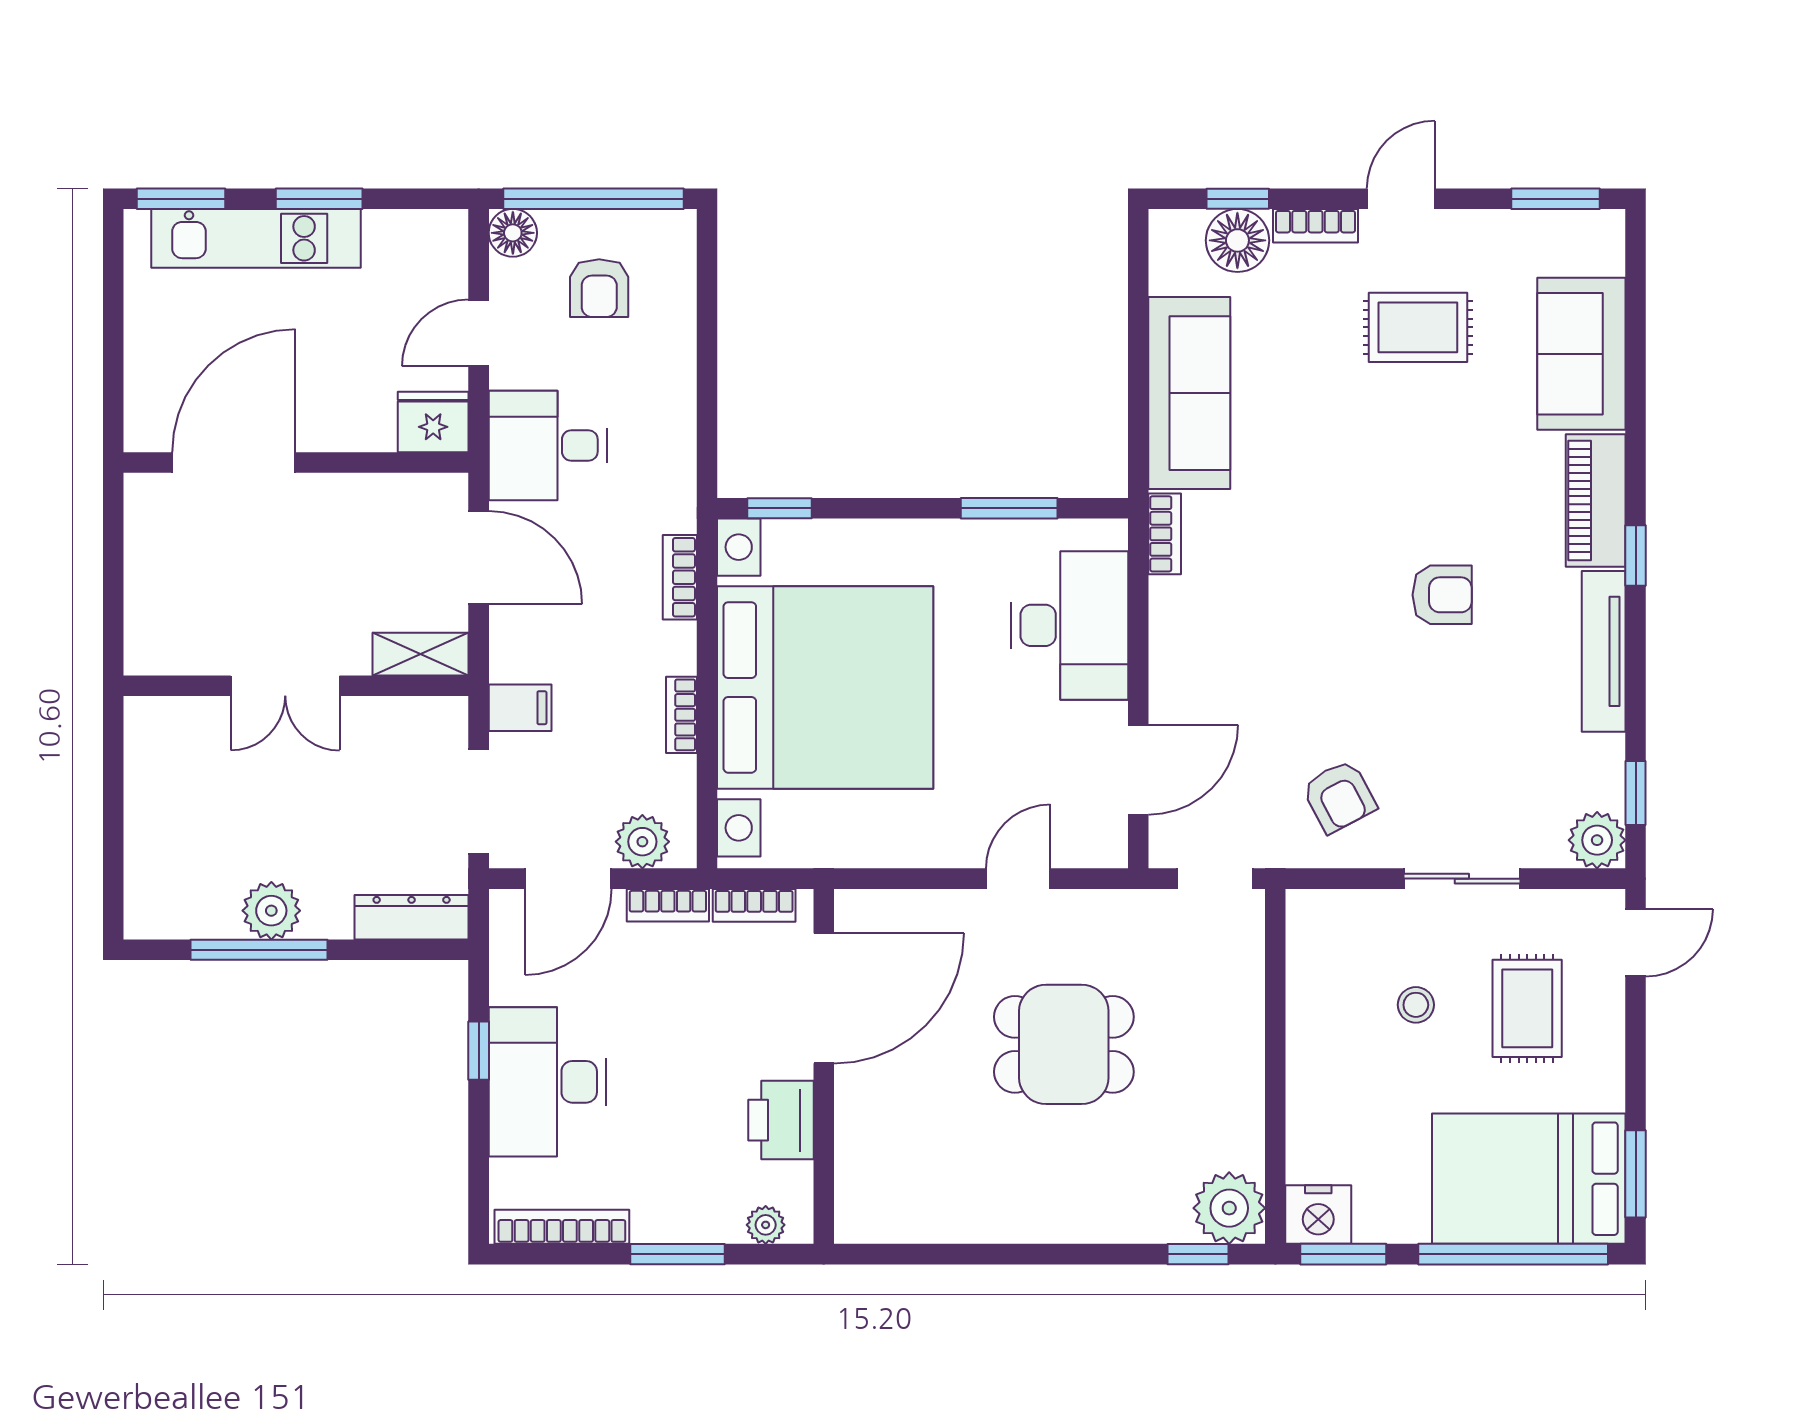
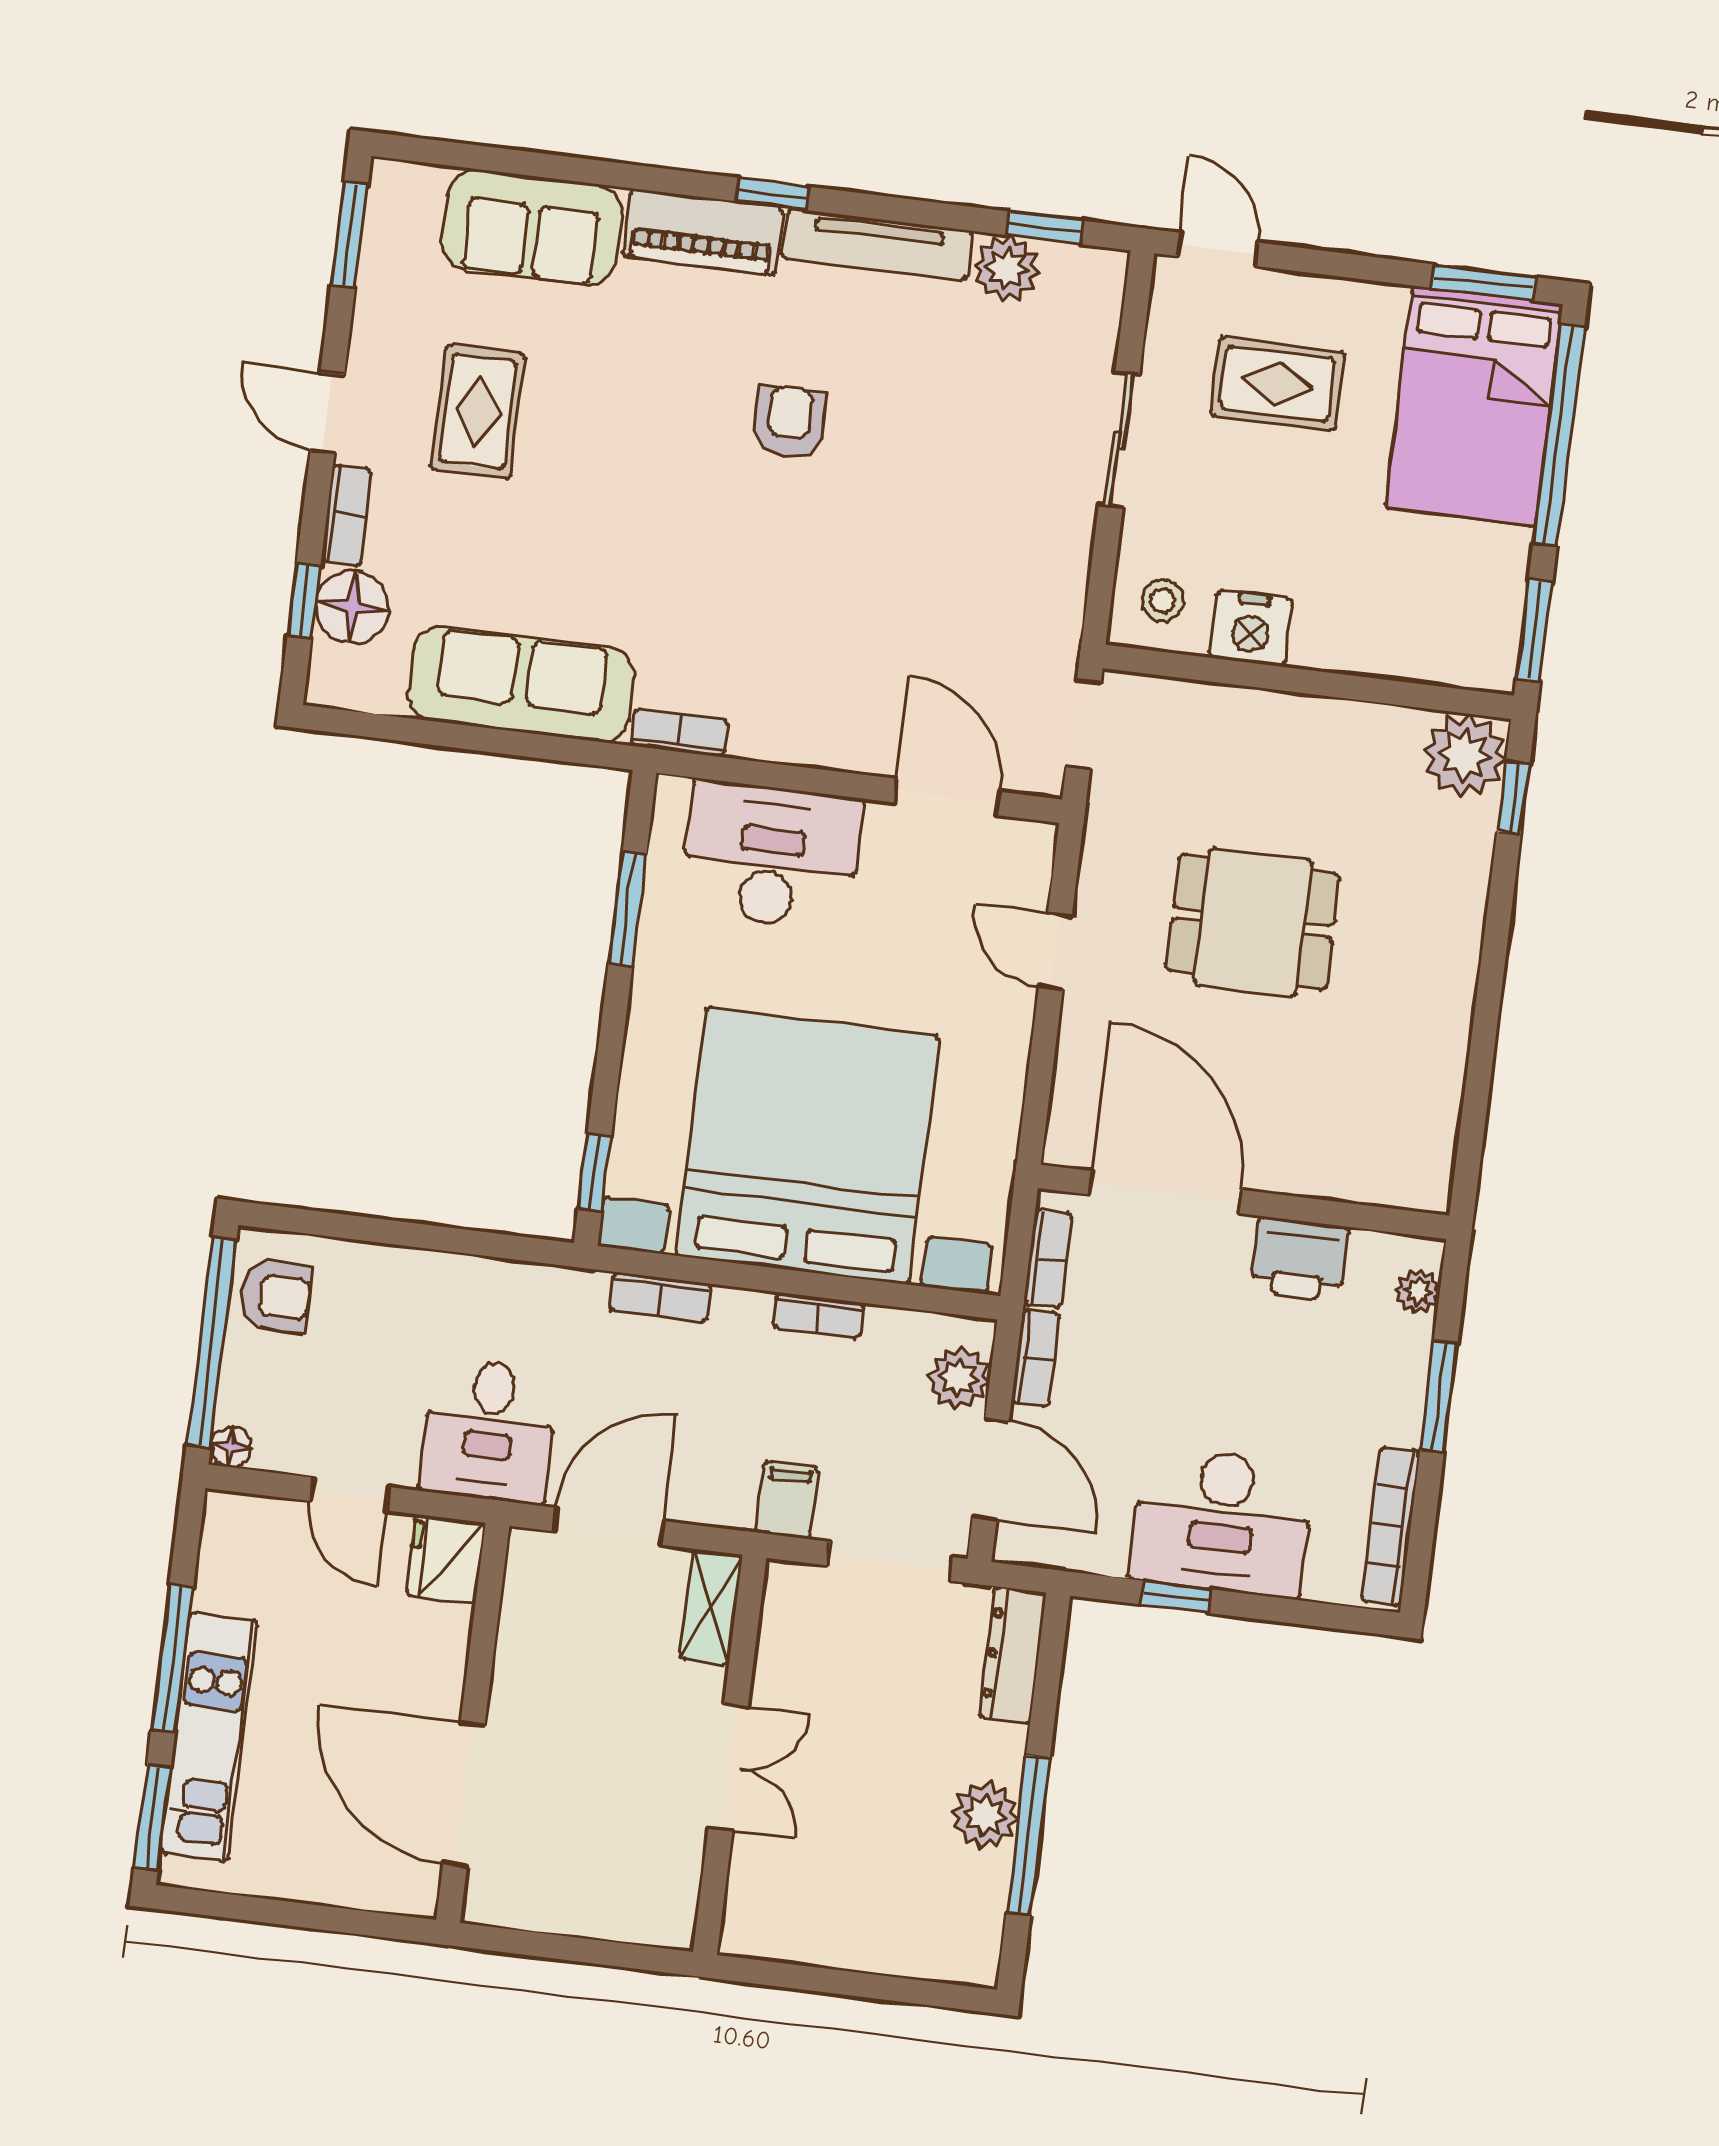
window: (319, 199) -> (172, 1658), width x1.44
floor lamp: (513, 233) -> (231, 1447), width x0.73, depth x0.73
armchair: (599, 288) -> (275, 1296), moved
armchair: (1339, 796) -> (1007, 570), removed
plant: (1597, 840) -> (1007, 268), moved
stool: (1416, 1005) -> (1162, 601), moved
dining table: (1064, 1044) -> (1253, 922), turned 90
nightstand: (1318, 1215) -> (1251, 628), moved, turned 90

